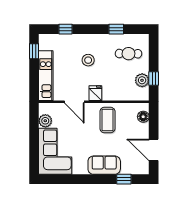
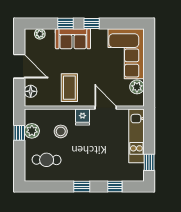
window: (116, 29) -> (82, 186), moved
stool: (88, 60) -> (61, 131), moved
door: (154, 150) -> (19, 66), moved
plant: (135, 170) -> (40, 34), added
window: (87, 179) -> (92, 24), added
window: (124, 179) -> (65, 24), moved

